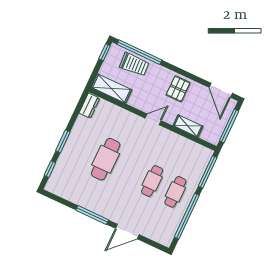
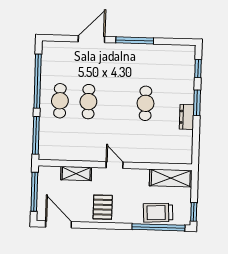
dresser: (89, 106) -> (187, 117), moved
door: (153, 119) -> (115, 165), swing flipped
cafe table: (106, 159) -> (145, 103), width x0.73, depth x0.74

